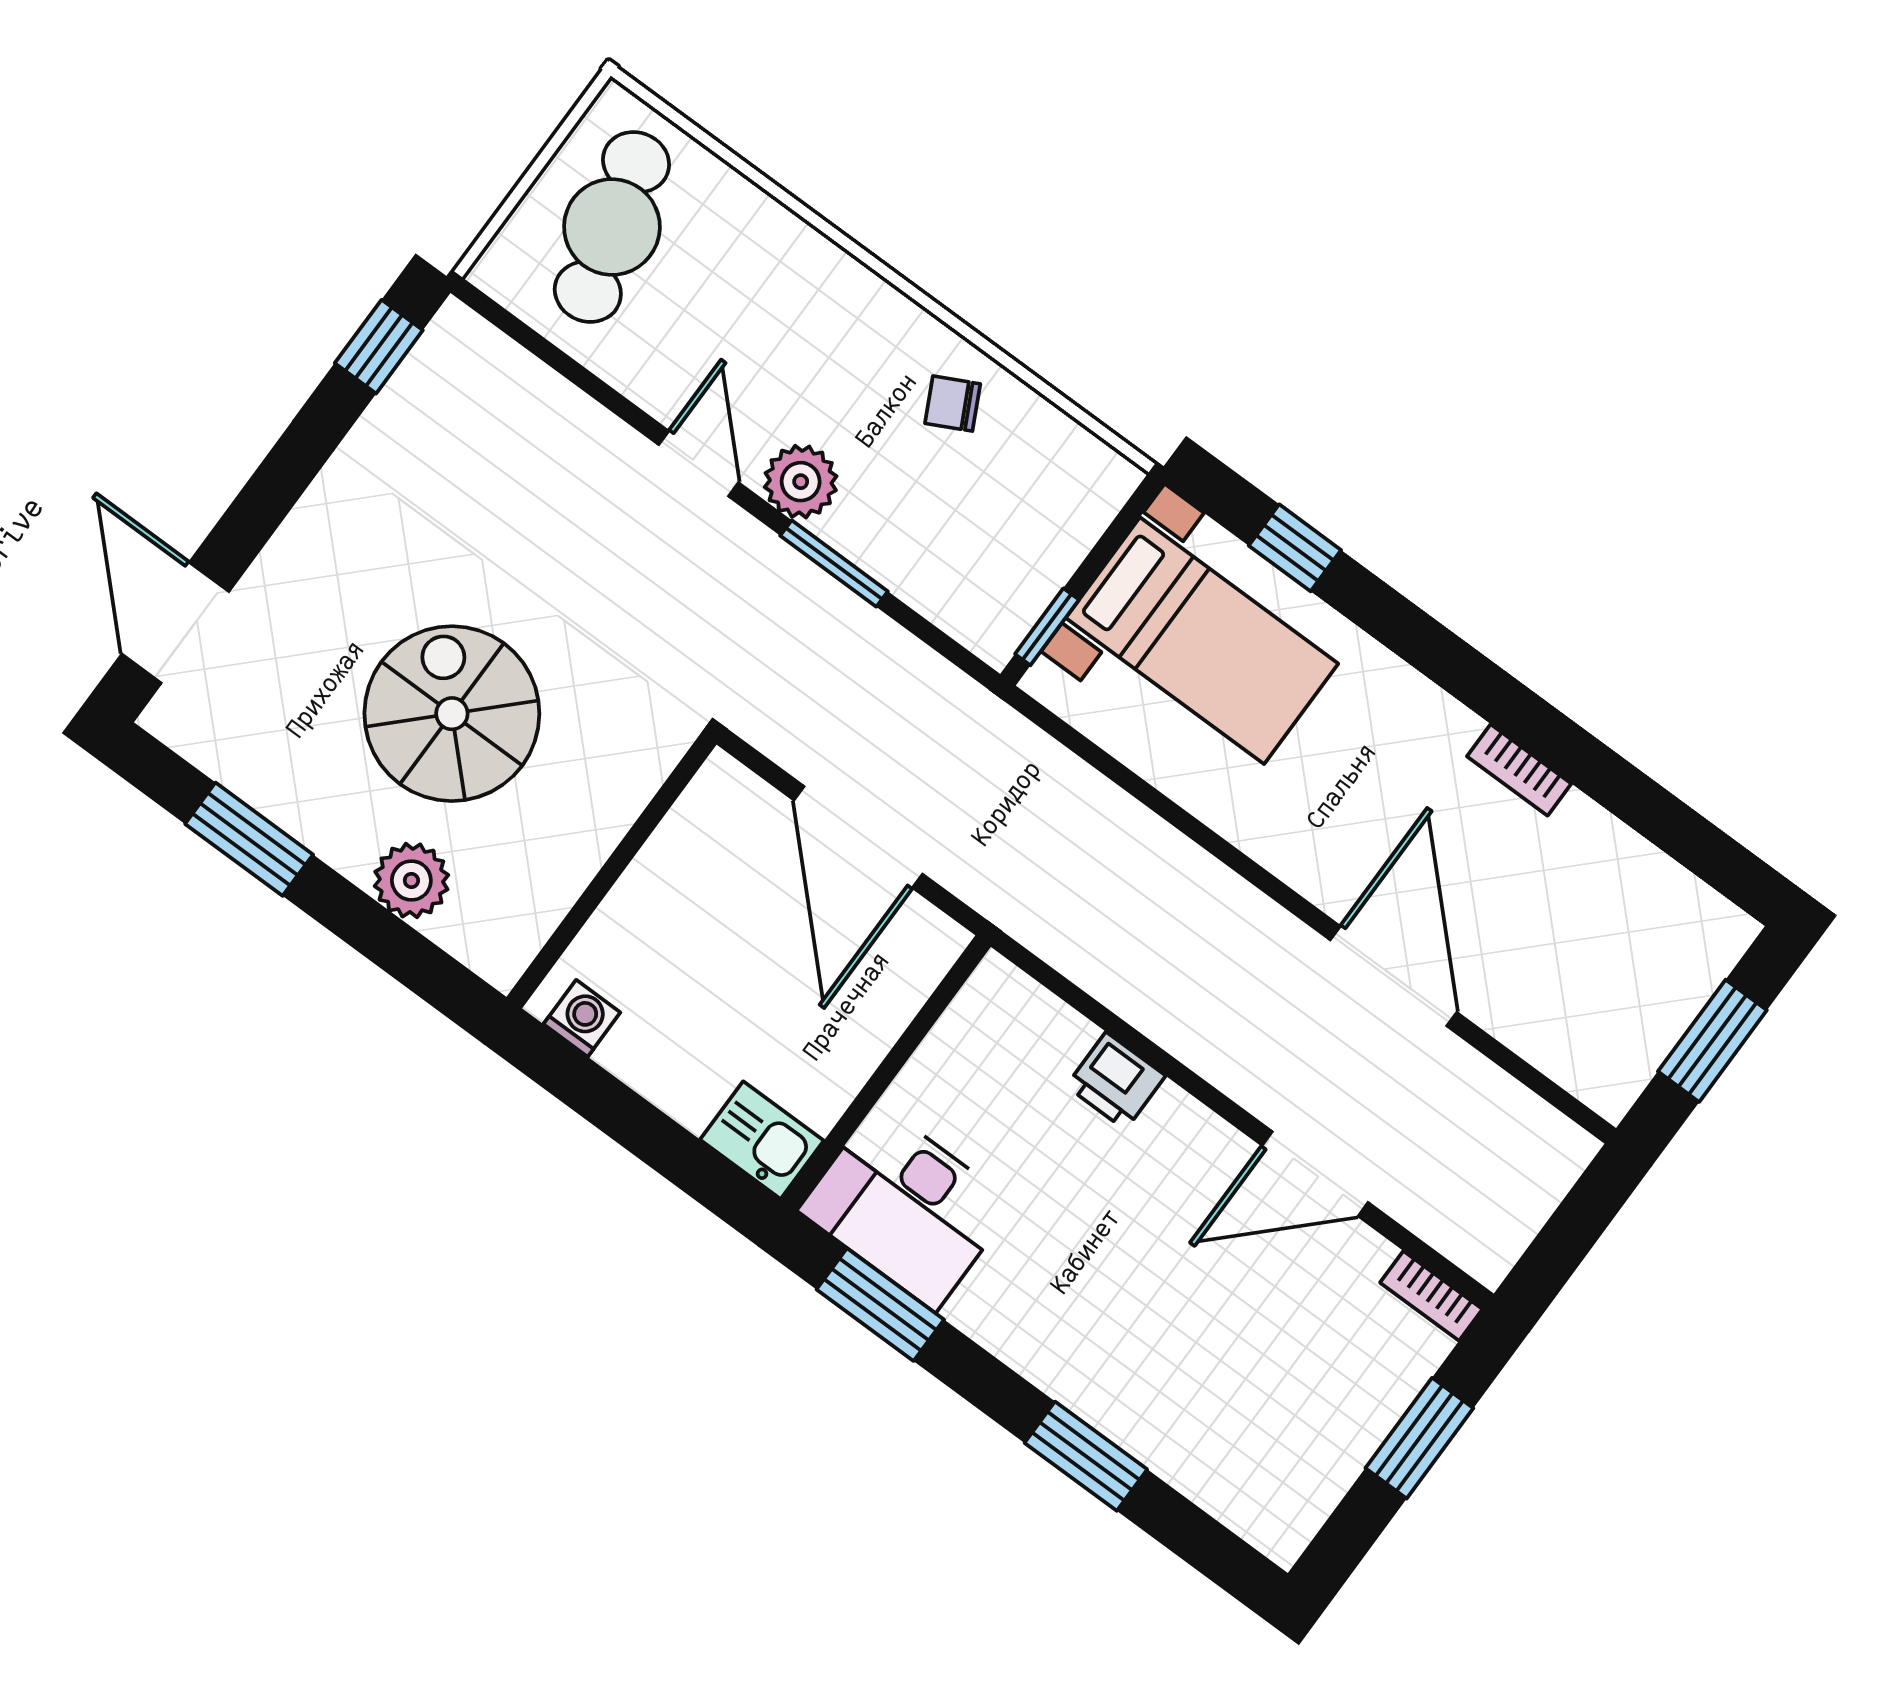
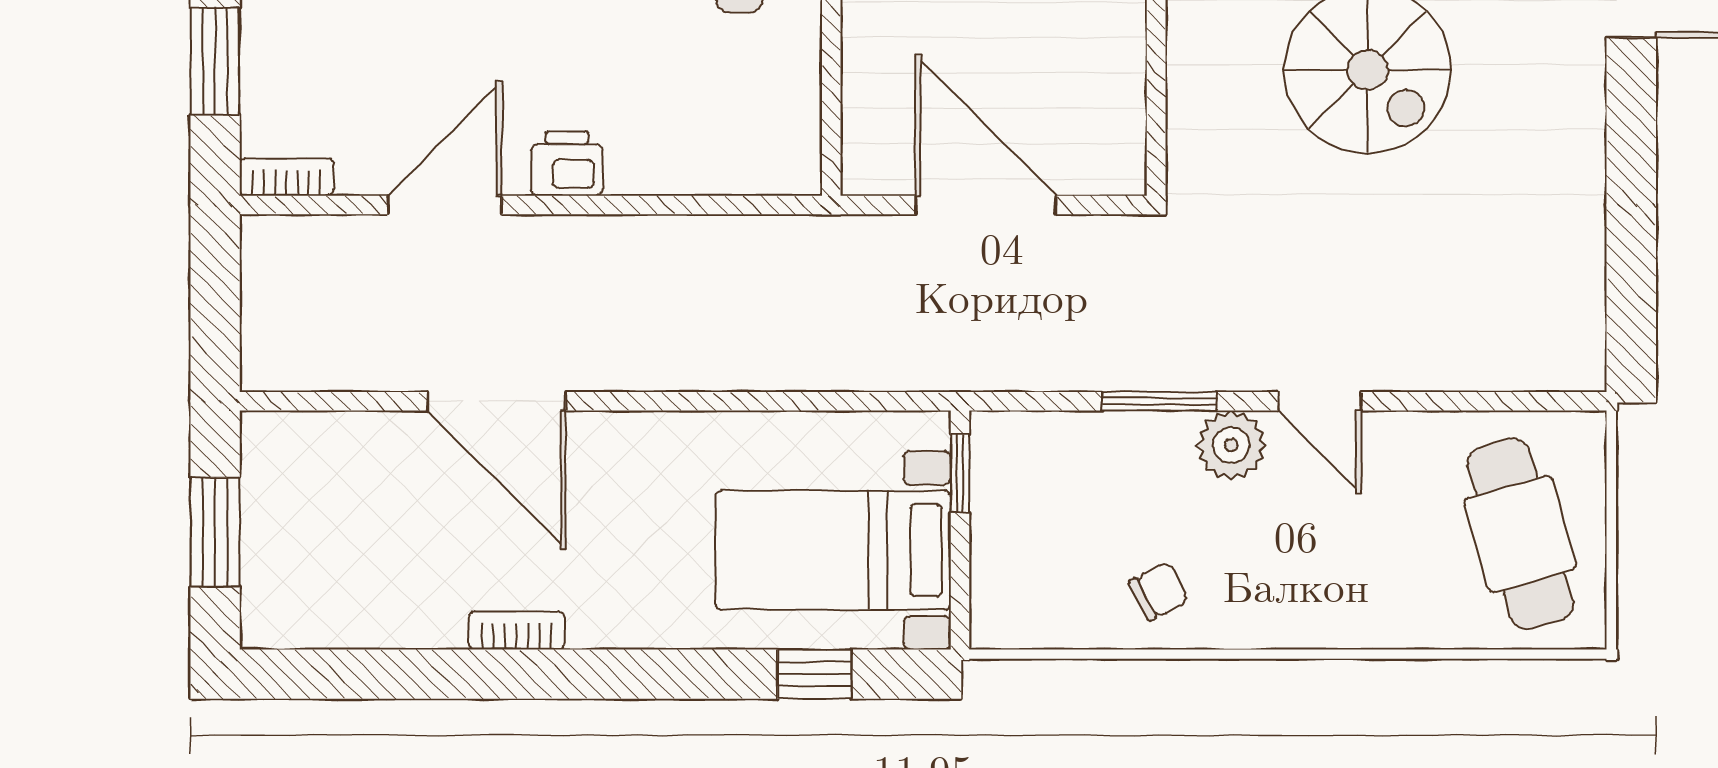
window: (379, 347) -> (1631, 310), removed
printer: (1116, 1081) -> (567, 164), moved

